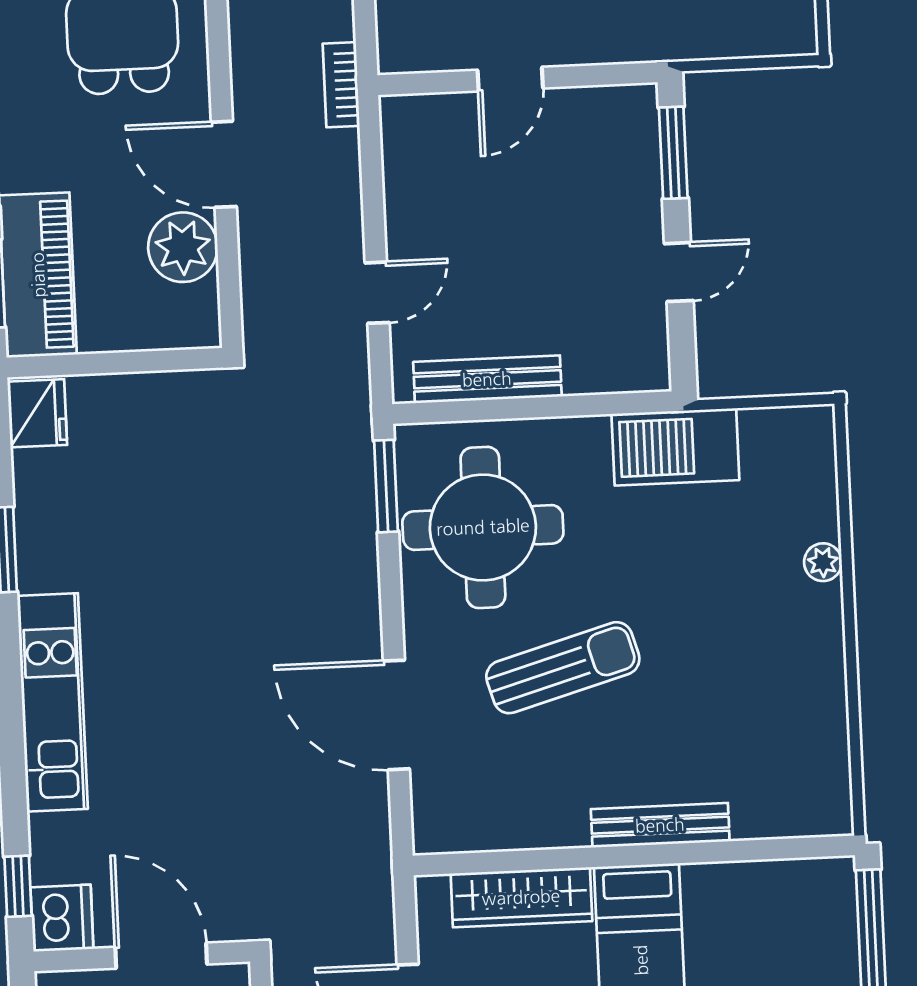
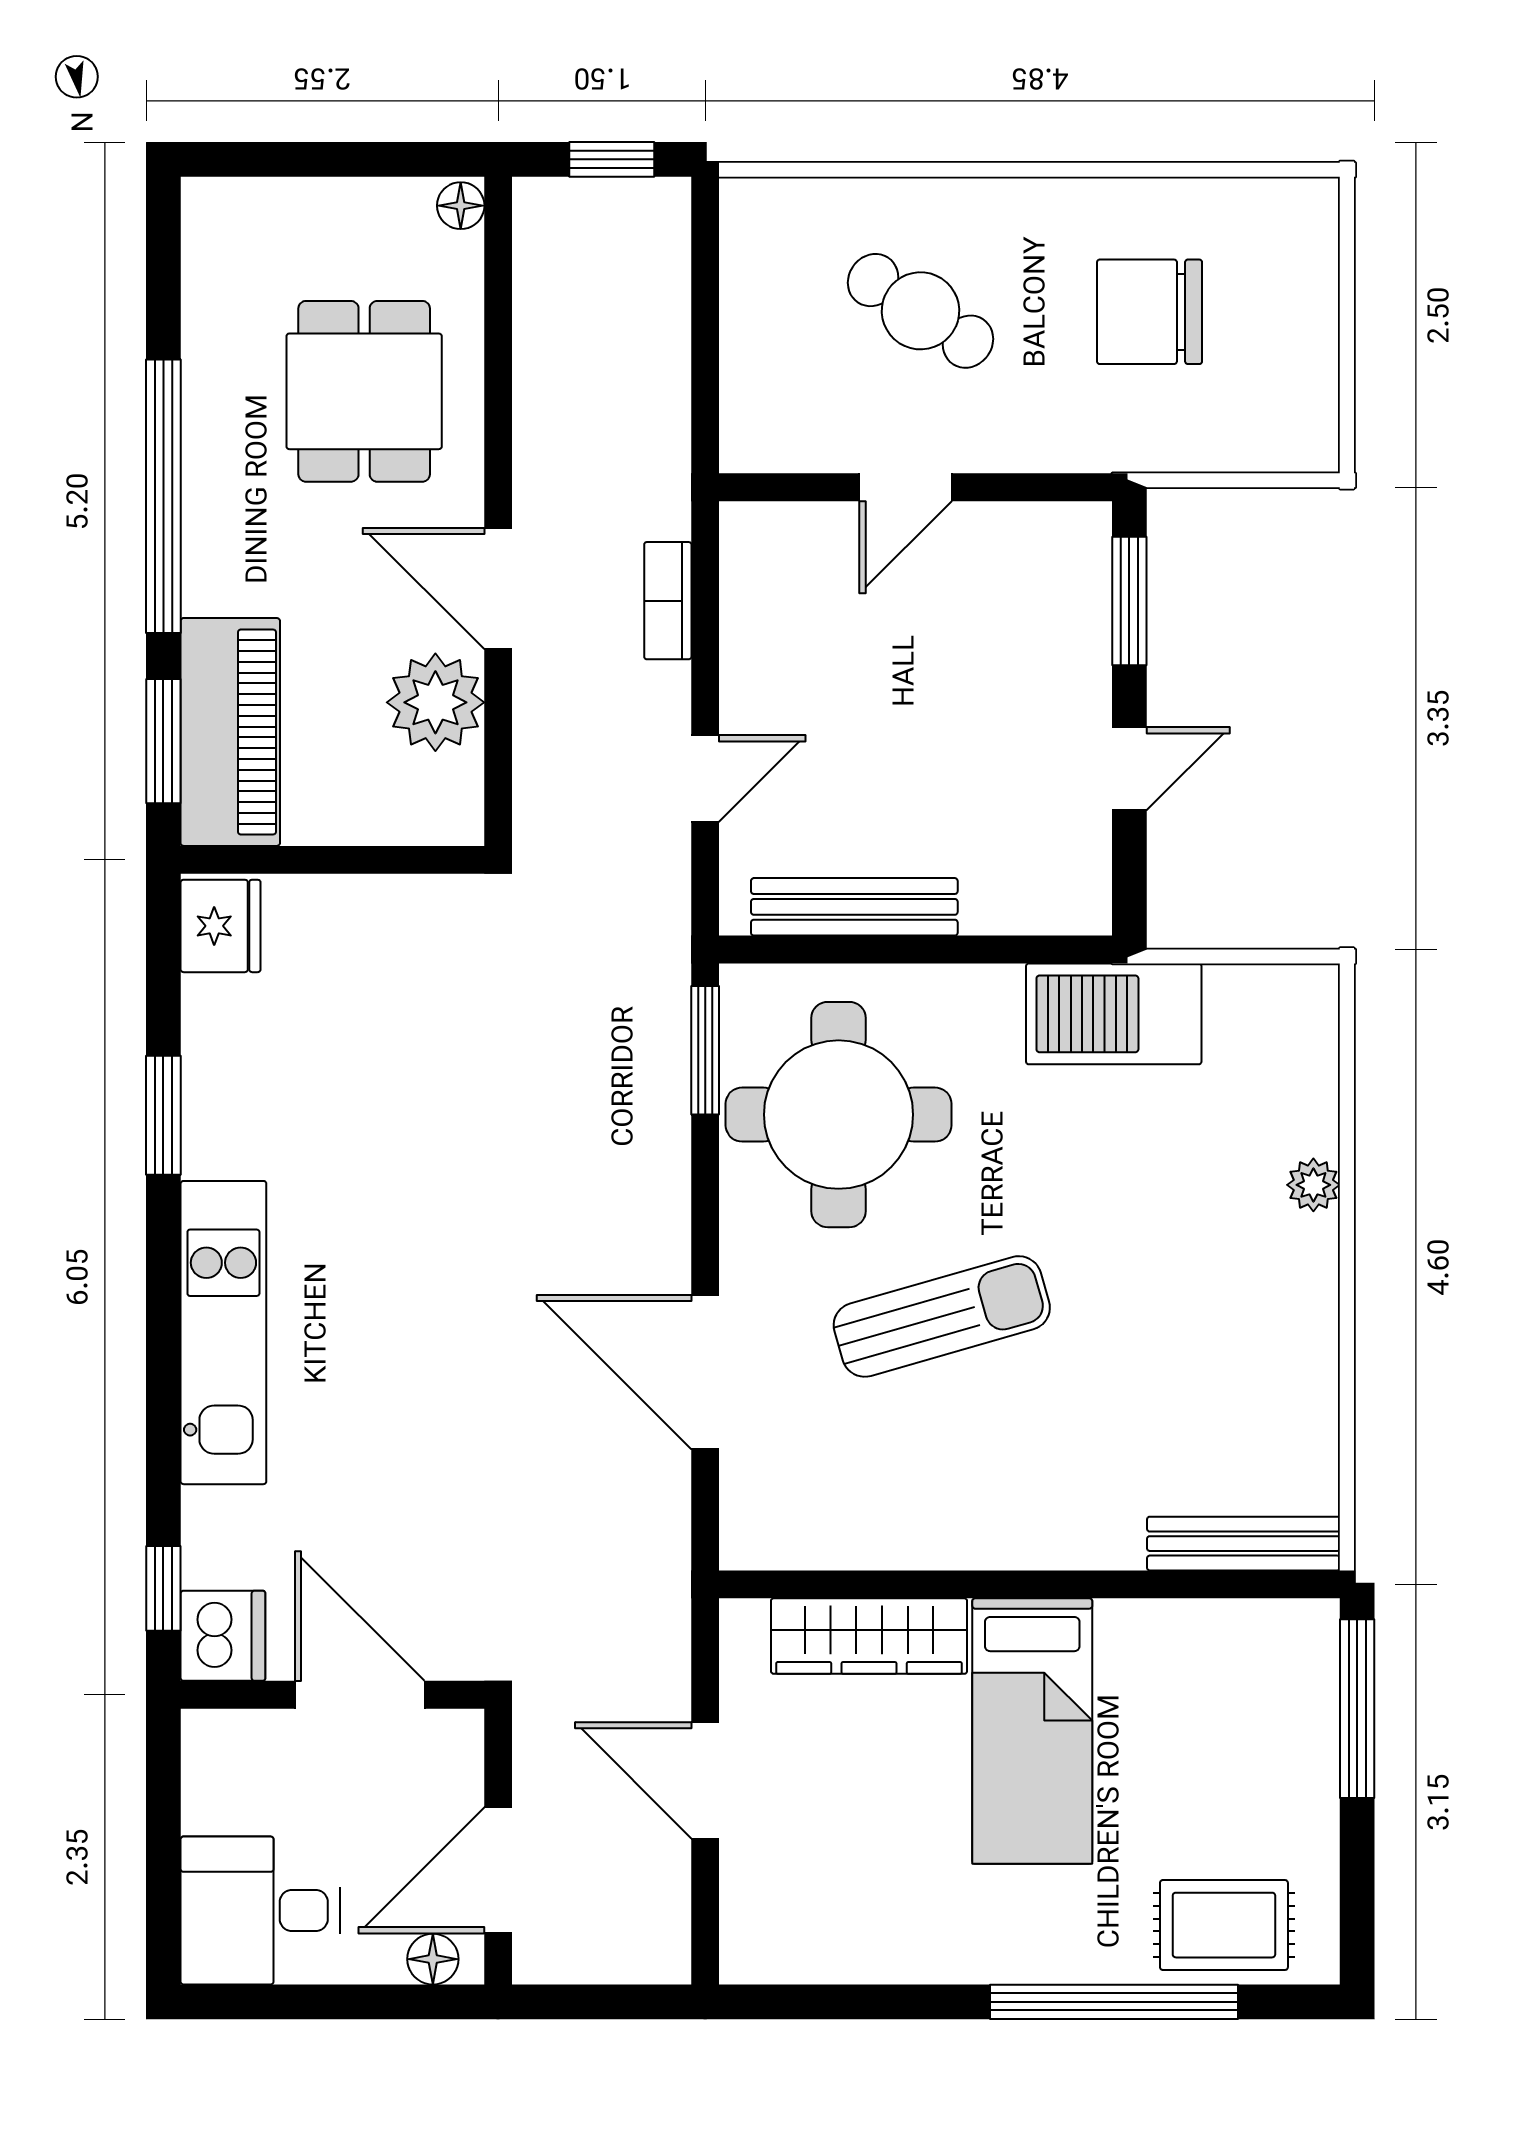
bookcase: (341, 85) -> (668, 601), moved
bench: (660, 825) -> (1244, 1544), moved

